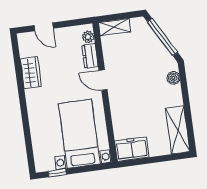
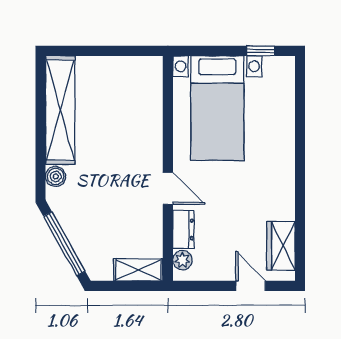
wardrobe: (31, 73) -> (281, 246), moved
shelving: (178, 130) -> (60, 110), width x1.47
freezer: (132, 149) -> (137, 72), removed

